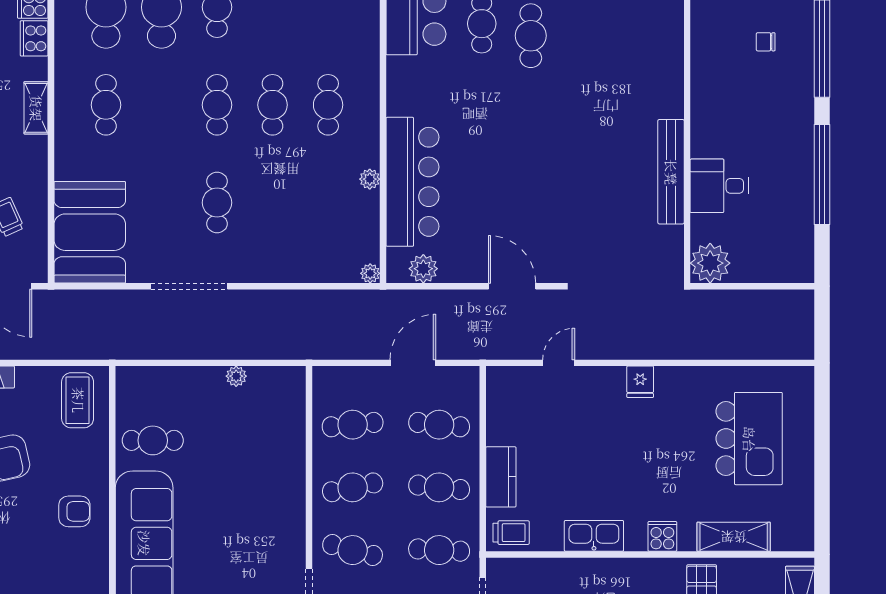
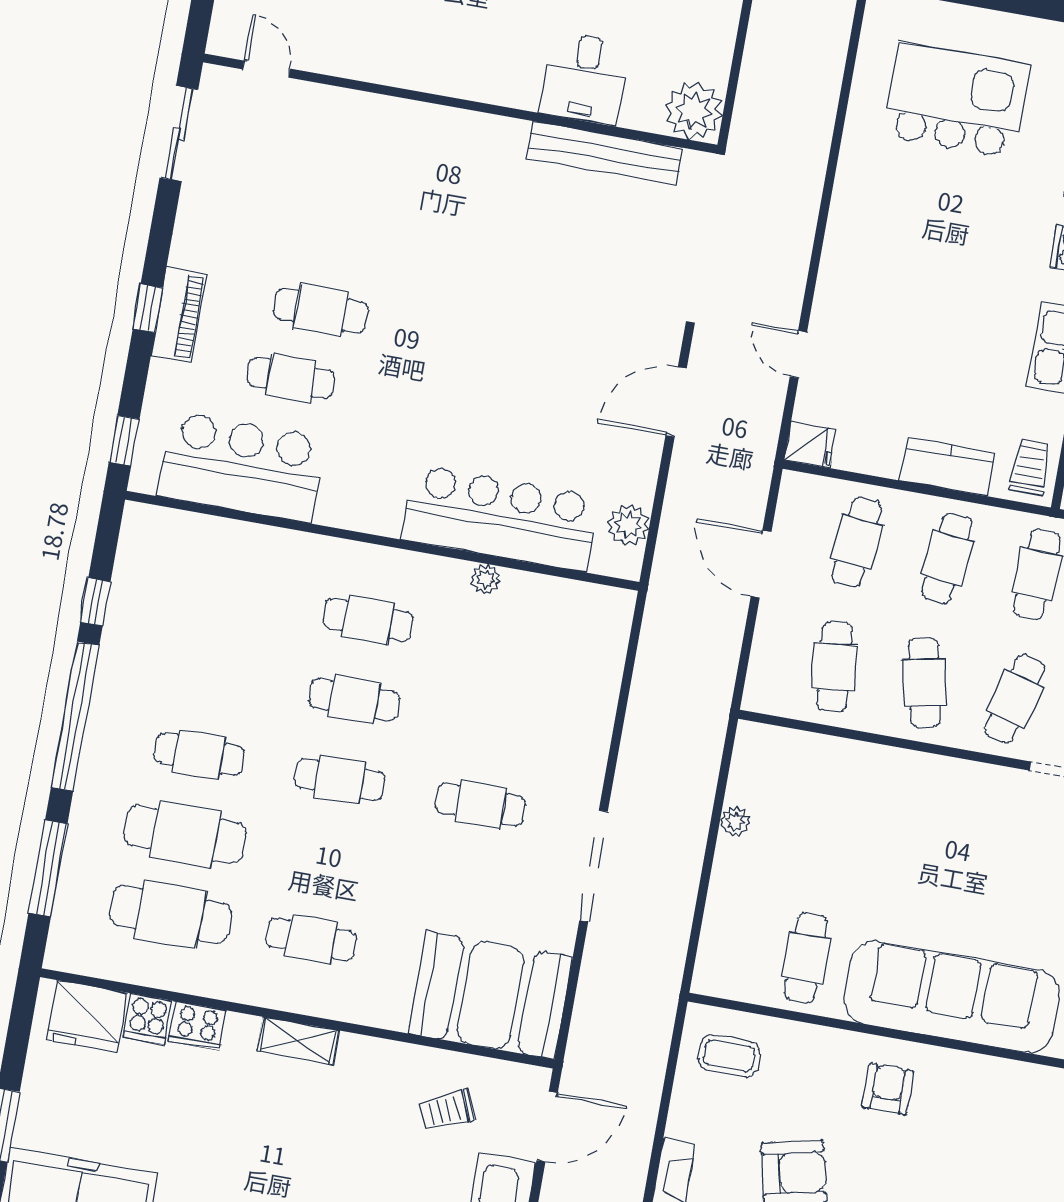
bench: (671, 172) -> (605, 153), moved
plant: (370, 273) -> (621, 602), removed
fridge: (640, 382) -> (810, 445), moved
coffee table: (78, 400) -> (729, 1056), width x0.73, depth x0.77

